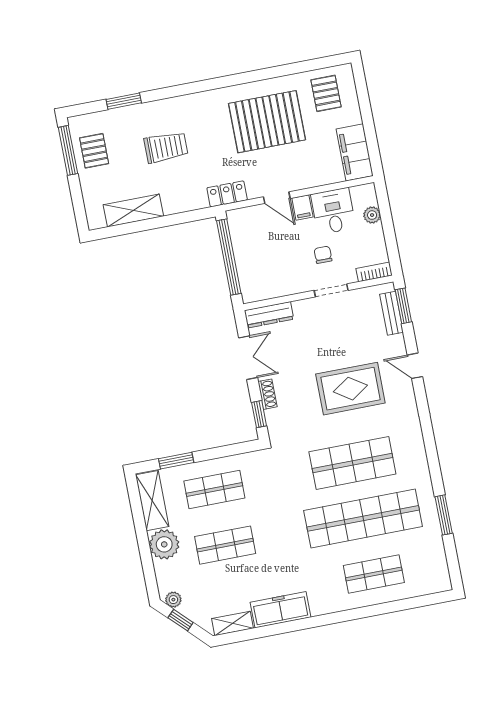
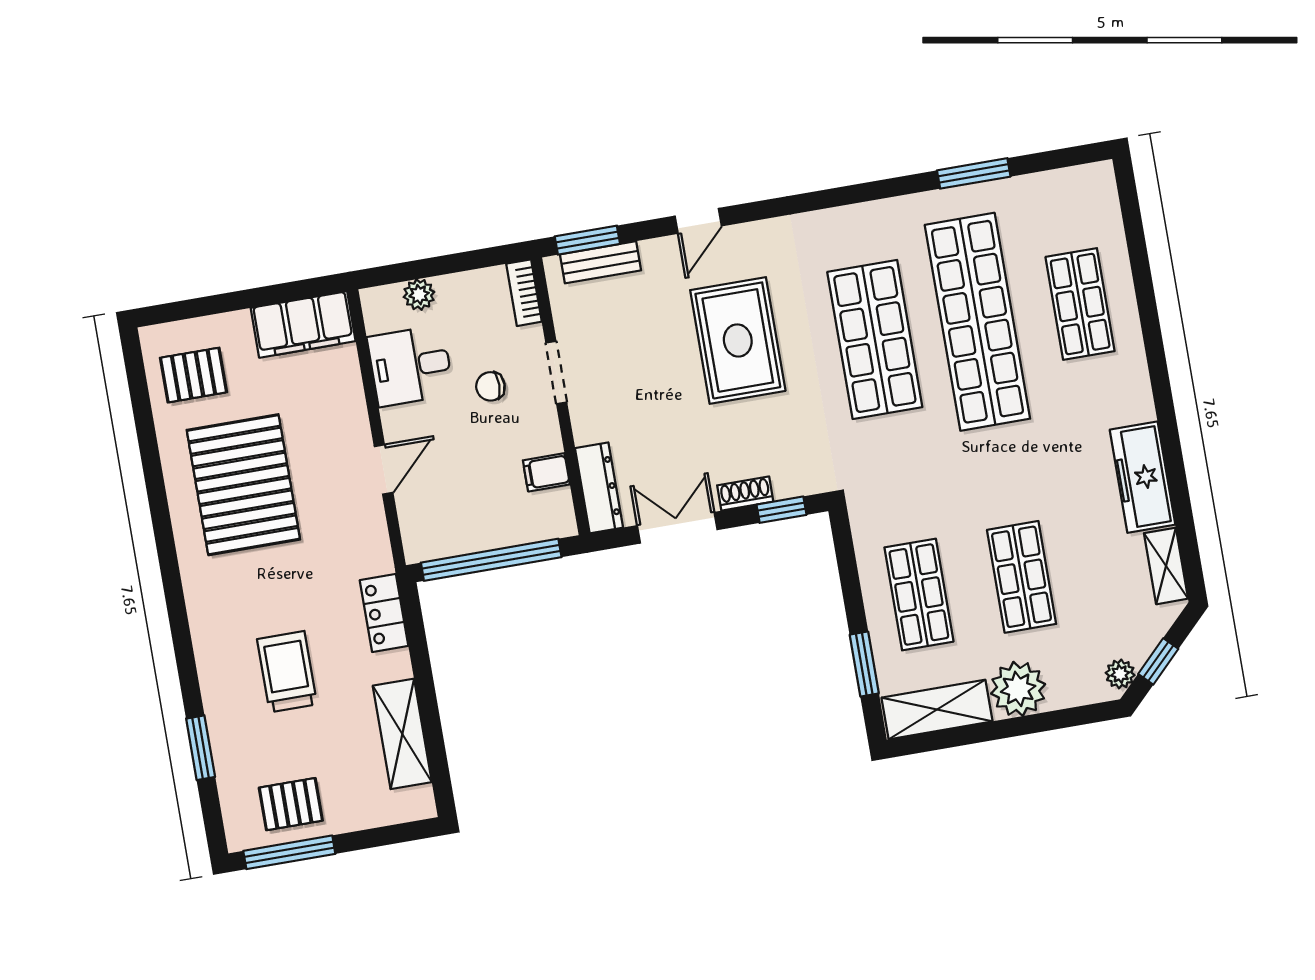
locker: (227, 194) -> (384, 613), moved
filing cabinet: (302, 207) -> (546, 472), moved, turned 180

